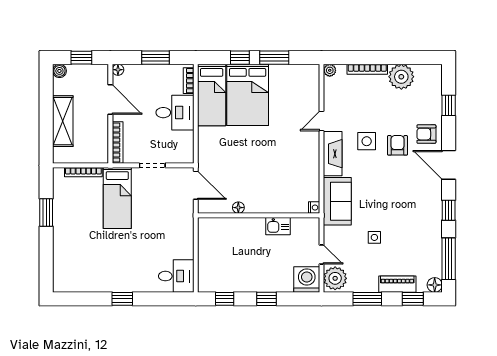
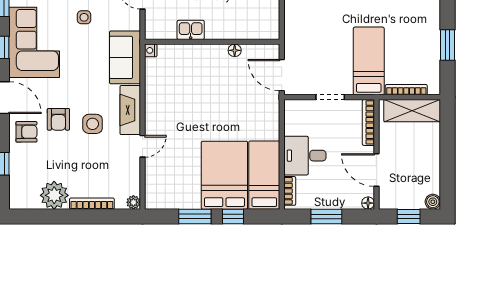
shelving: (63, 121) -> (412, 111), moved, turned 90
corner sofa: (419, 215) -> (34, 42), added

